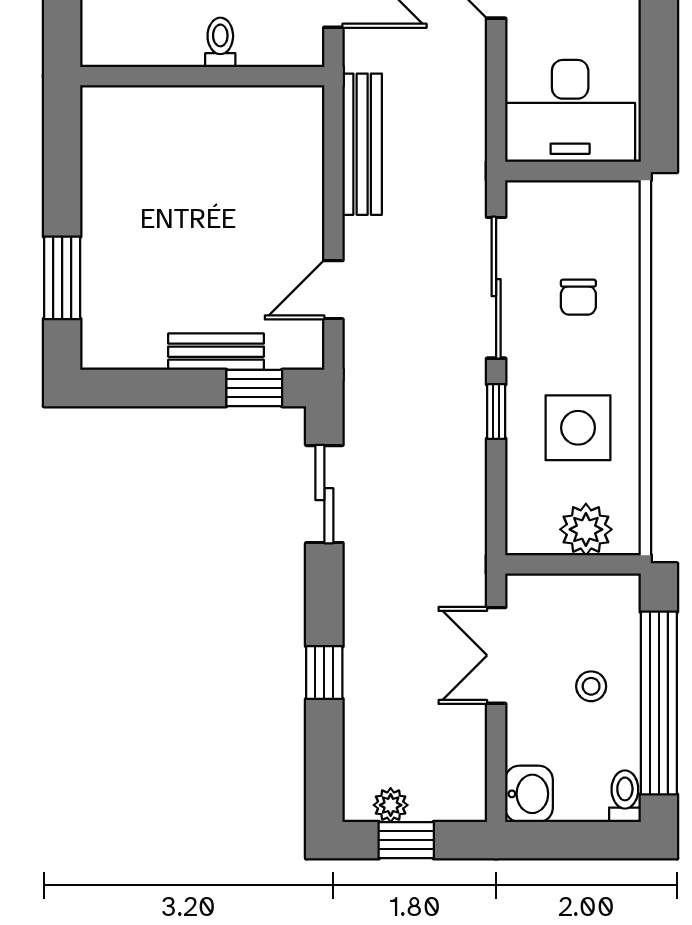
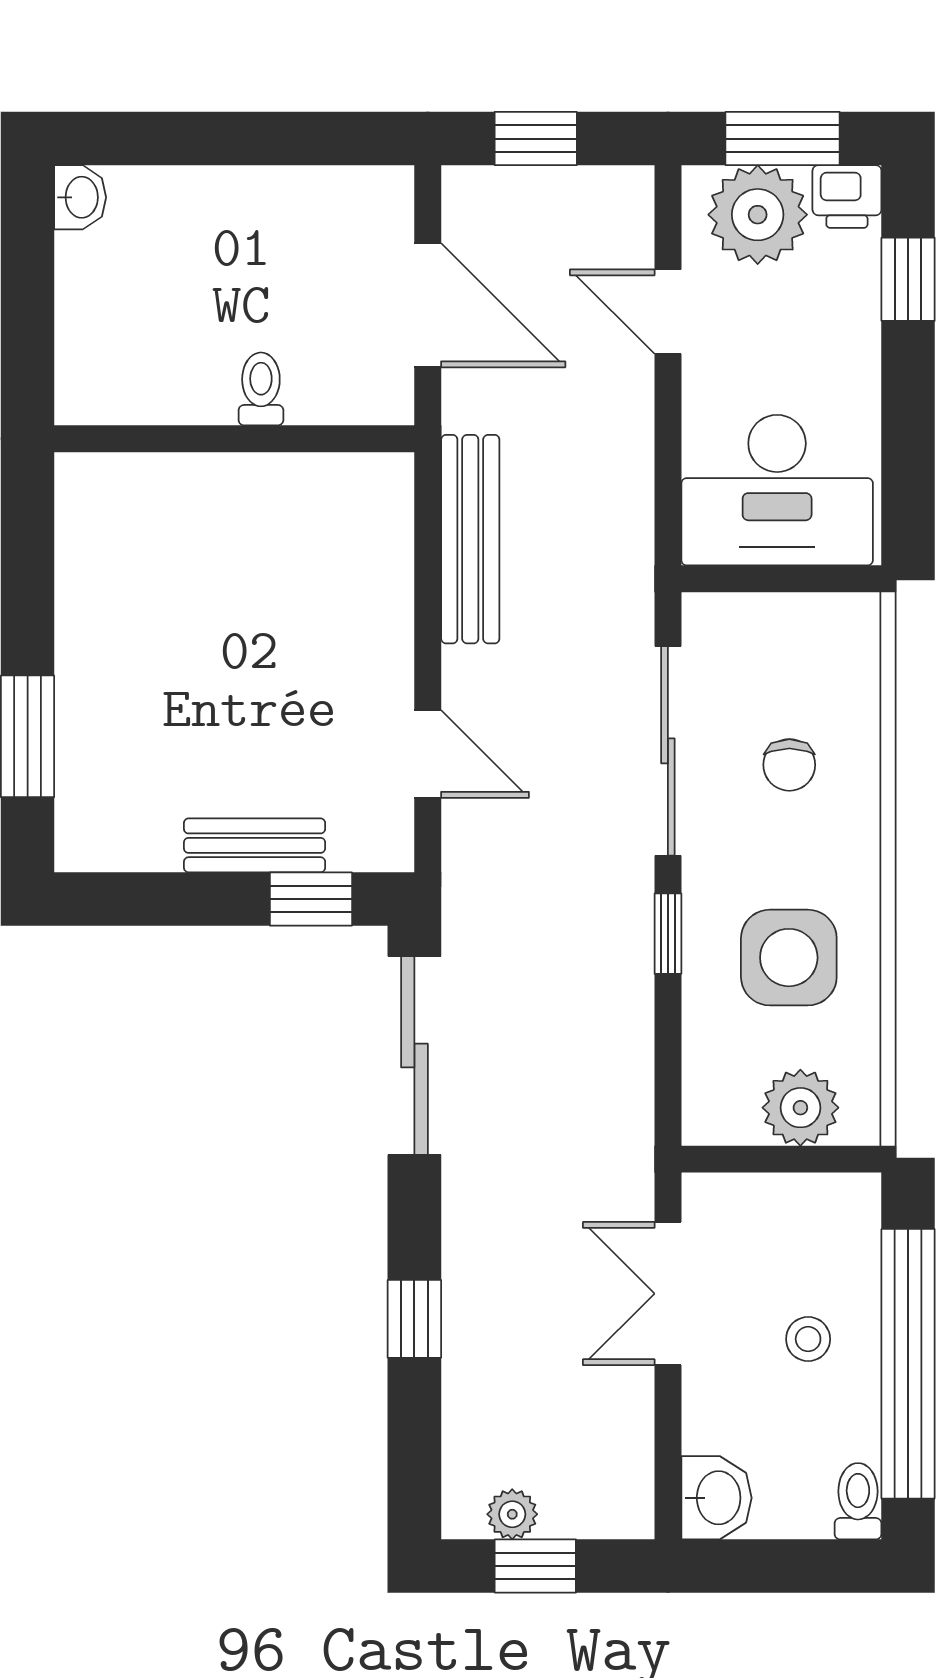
door: (333, 290) -> (428, 754), swing flipped
sliding door: (324, 494) -> (414, 1055), width x1.37

